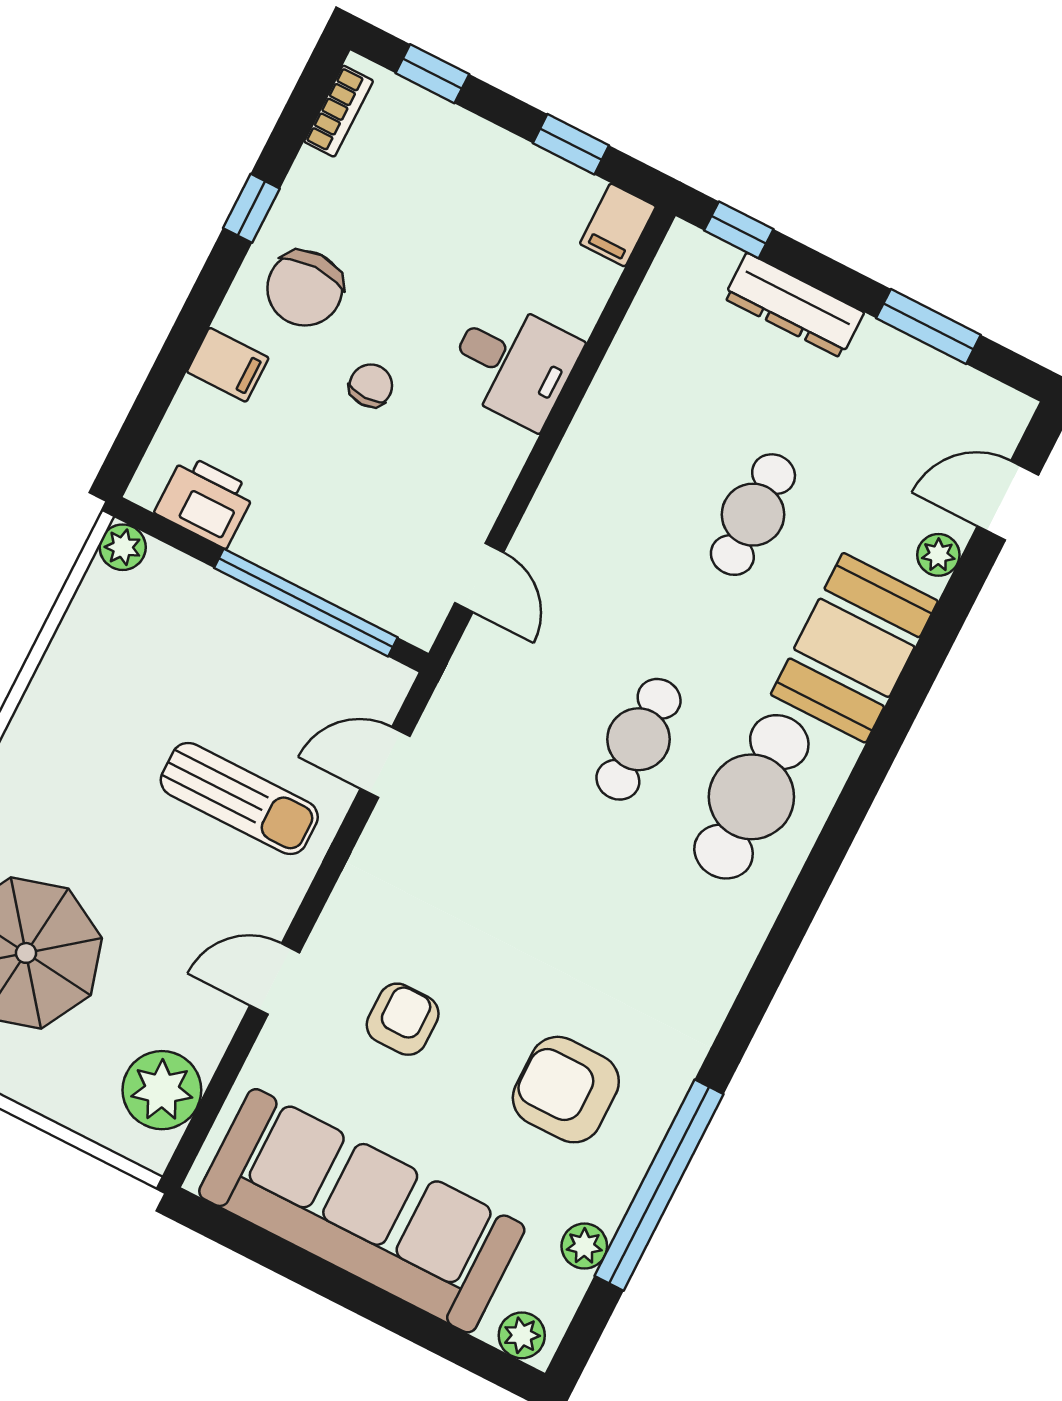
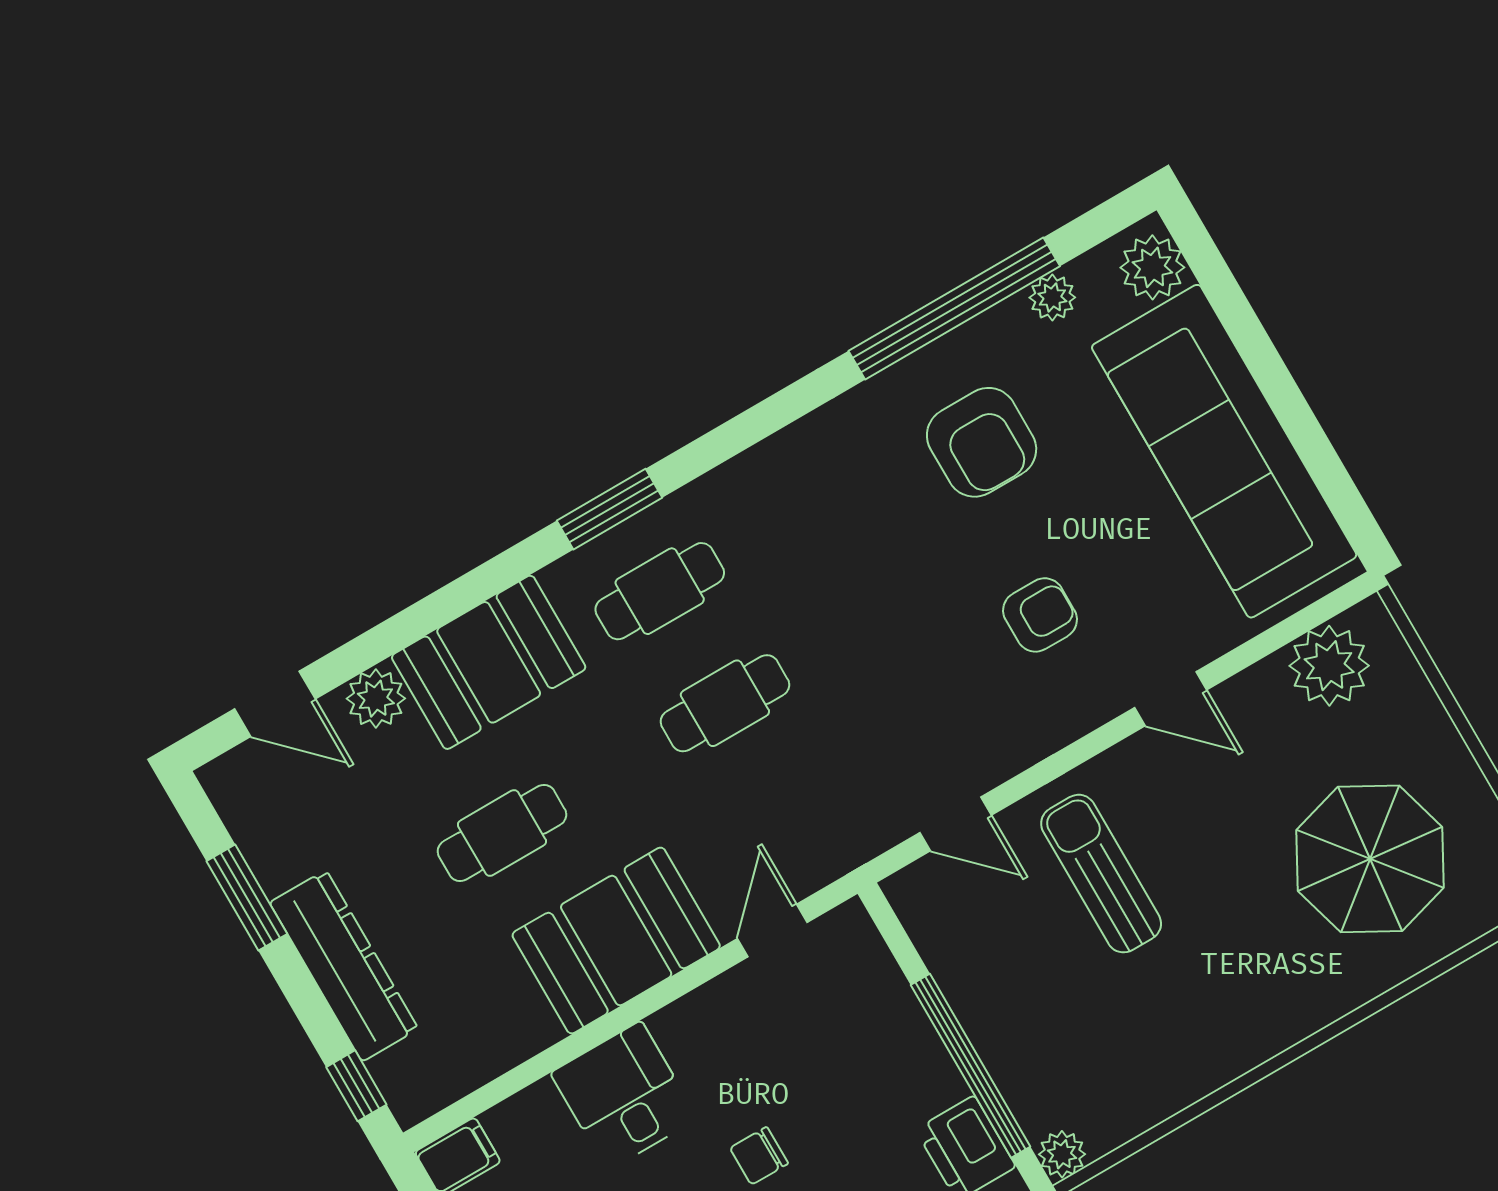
dresser: (794, 305) -> (344, 966), width x1.37, depth x1.24
booth: (602, 487) -> (616, 941), added
plant: (938, 555) -> (376, 699), width x1.38, depth x1.38
window: (306, 603) -> (971, 1066), moved
cafe table: (751, 797) -> (660, 591), width x0.73, depth x0.74
window: (836, 838) -> (610, 509), added
armchair: (403, 1019) -> (1040, 615), moved, turned 180
plant: (522, 1335) -> (1152, 267), width x1.38, depth x1.38

